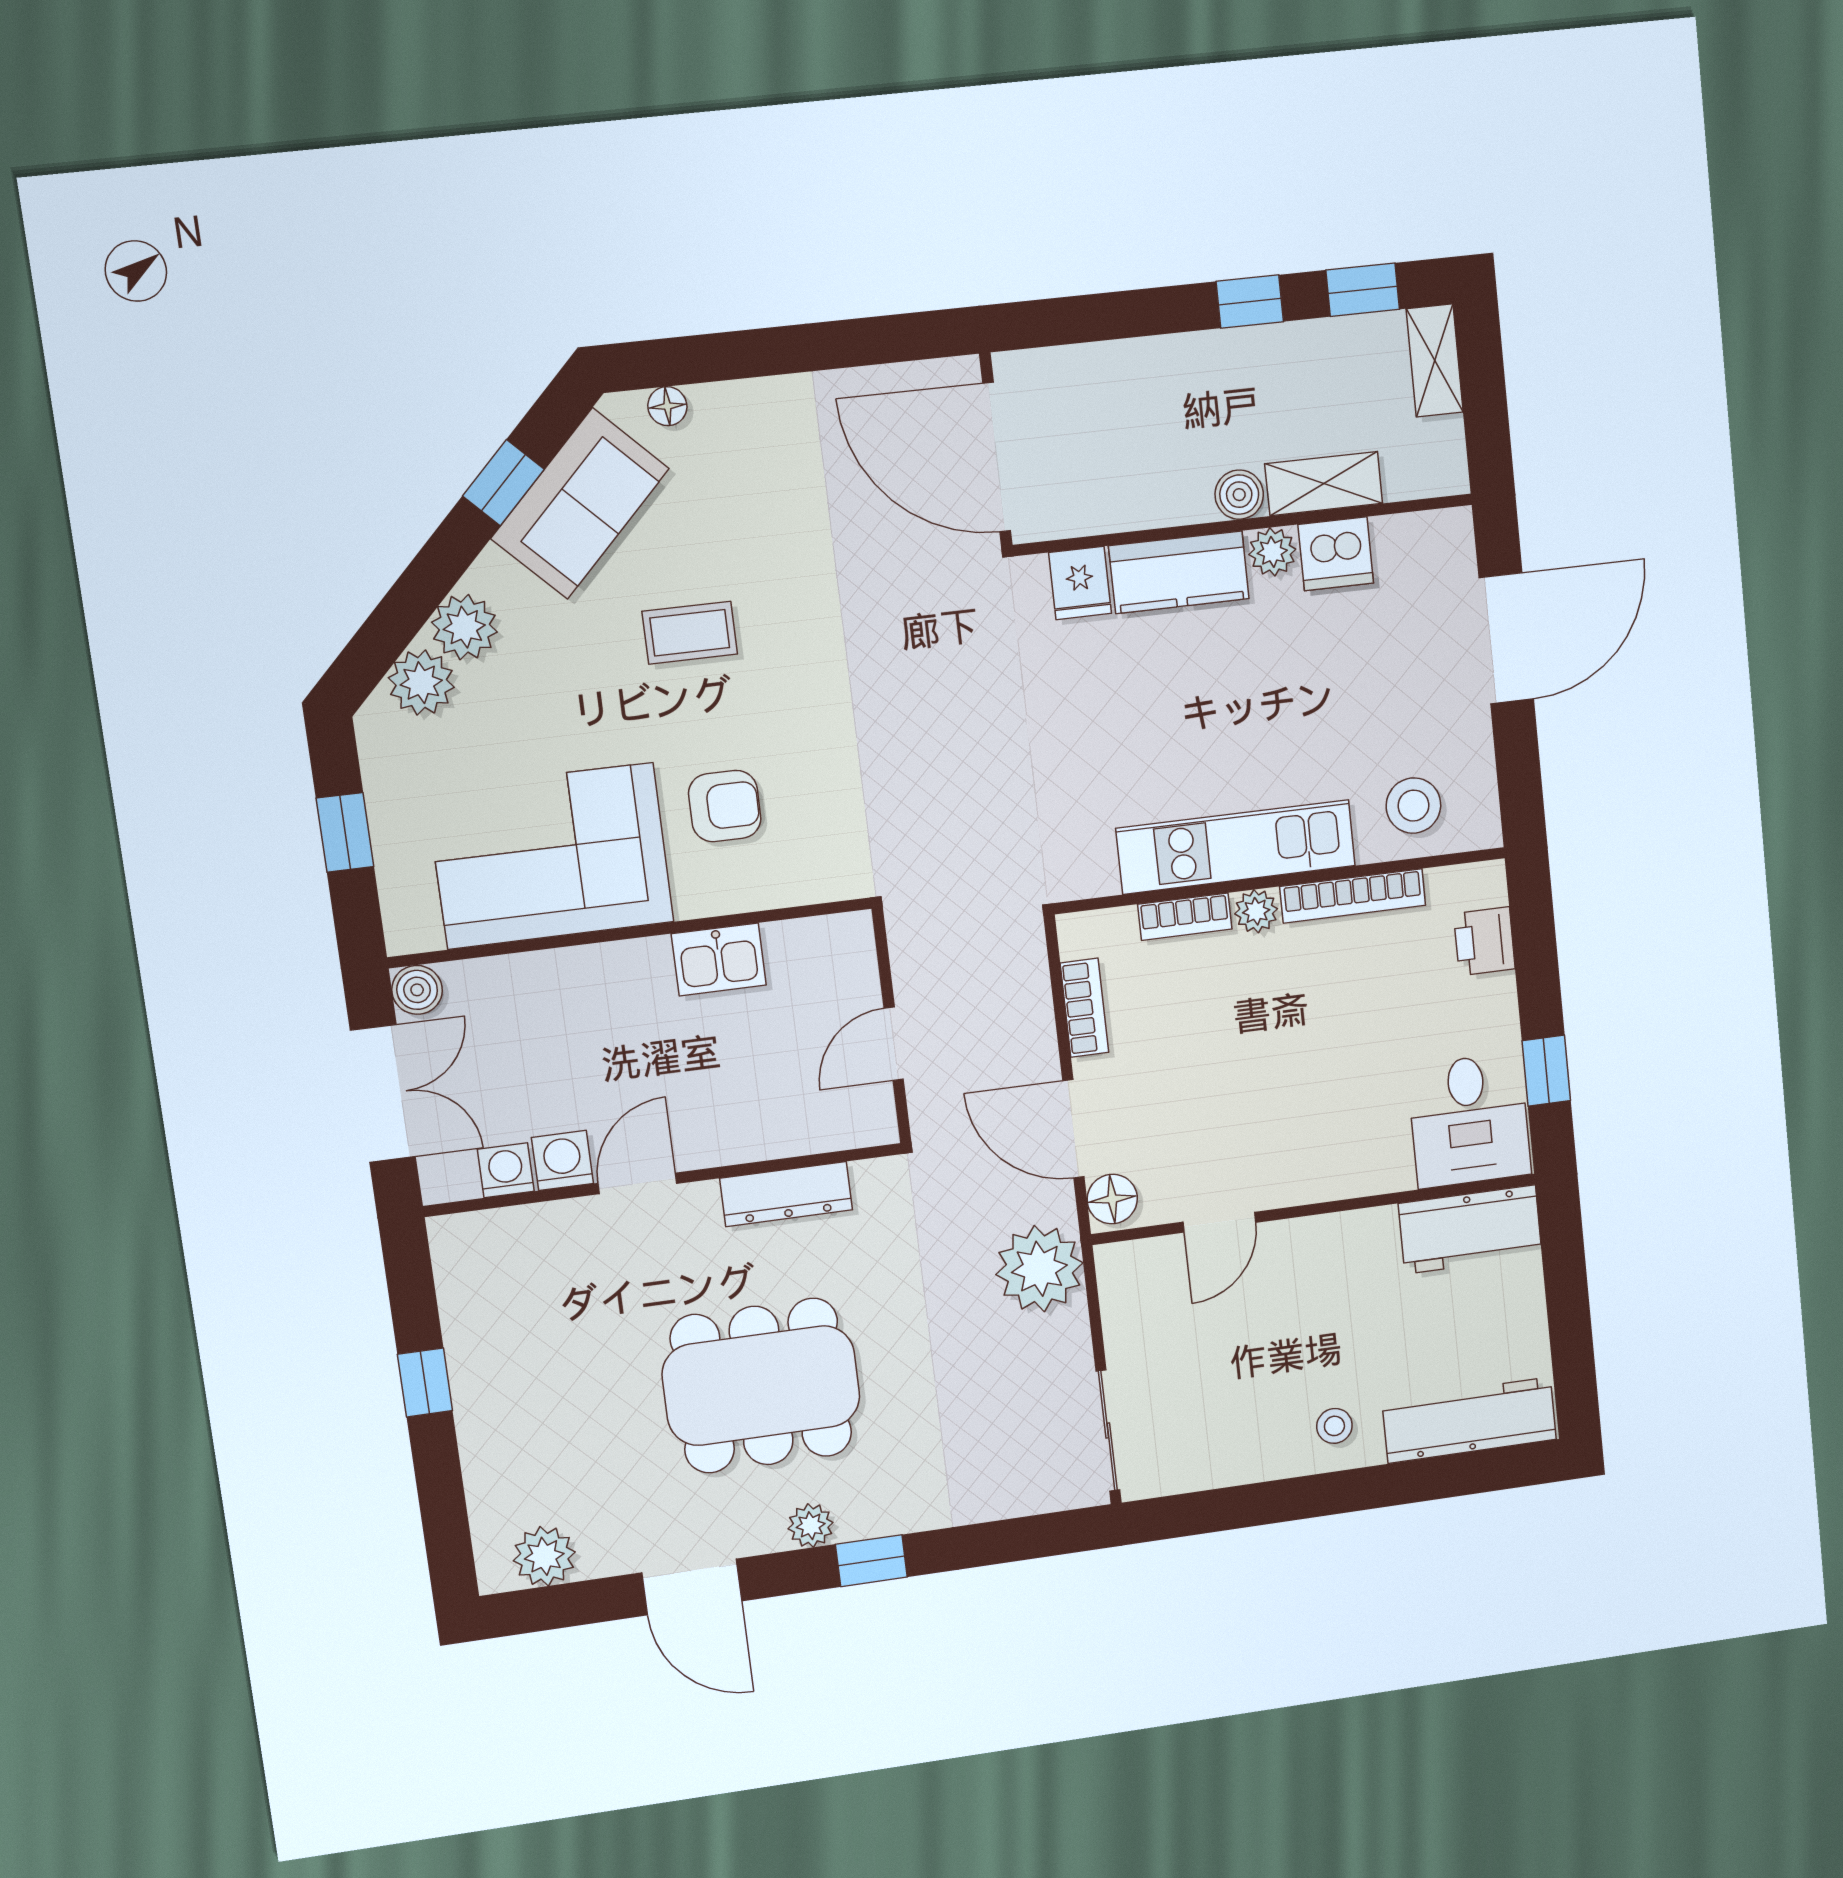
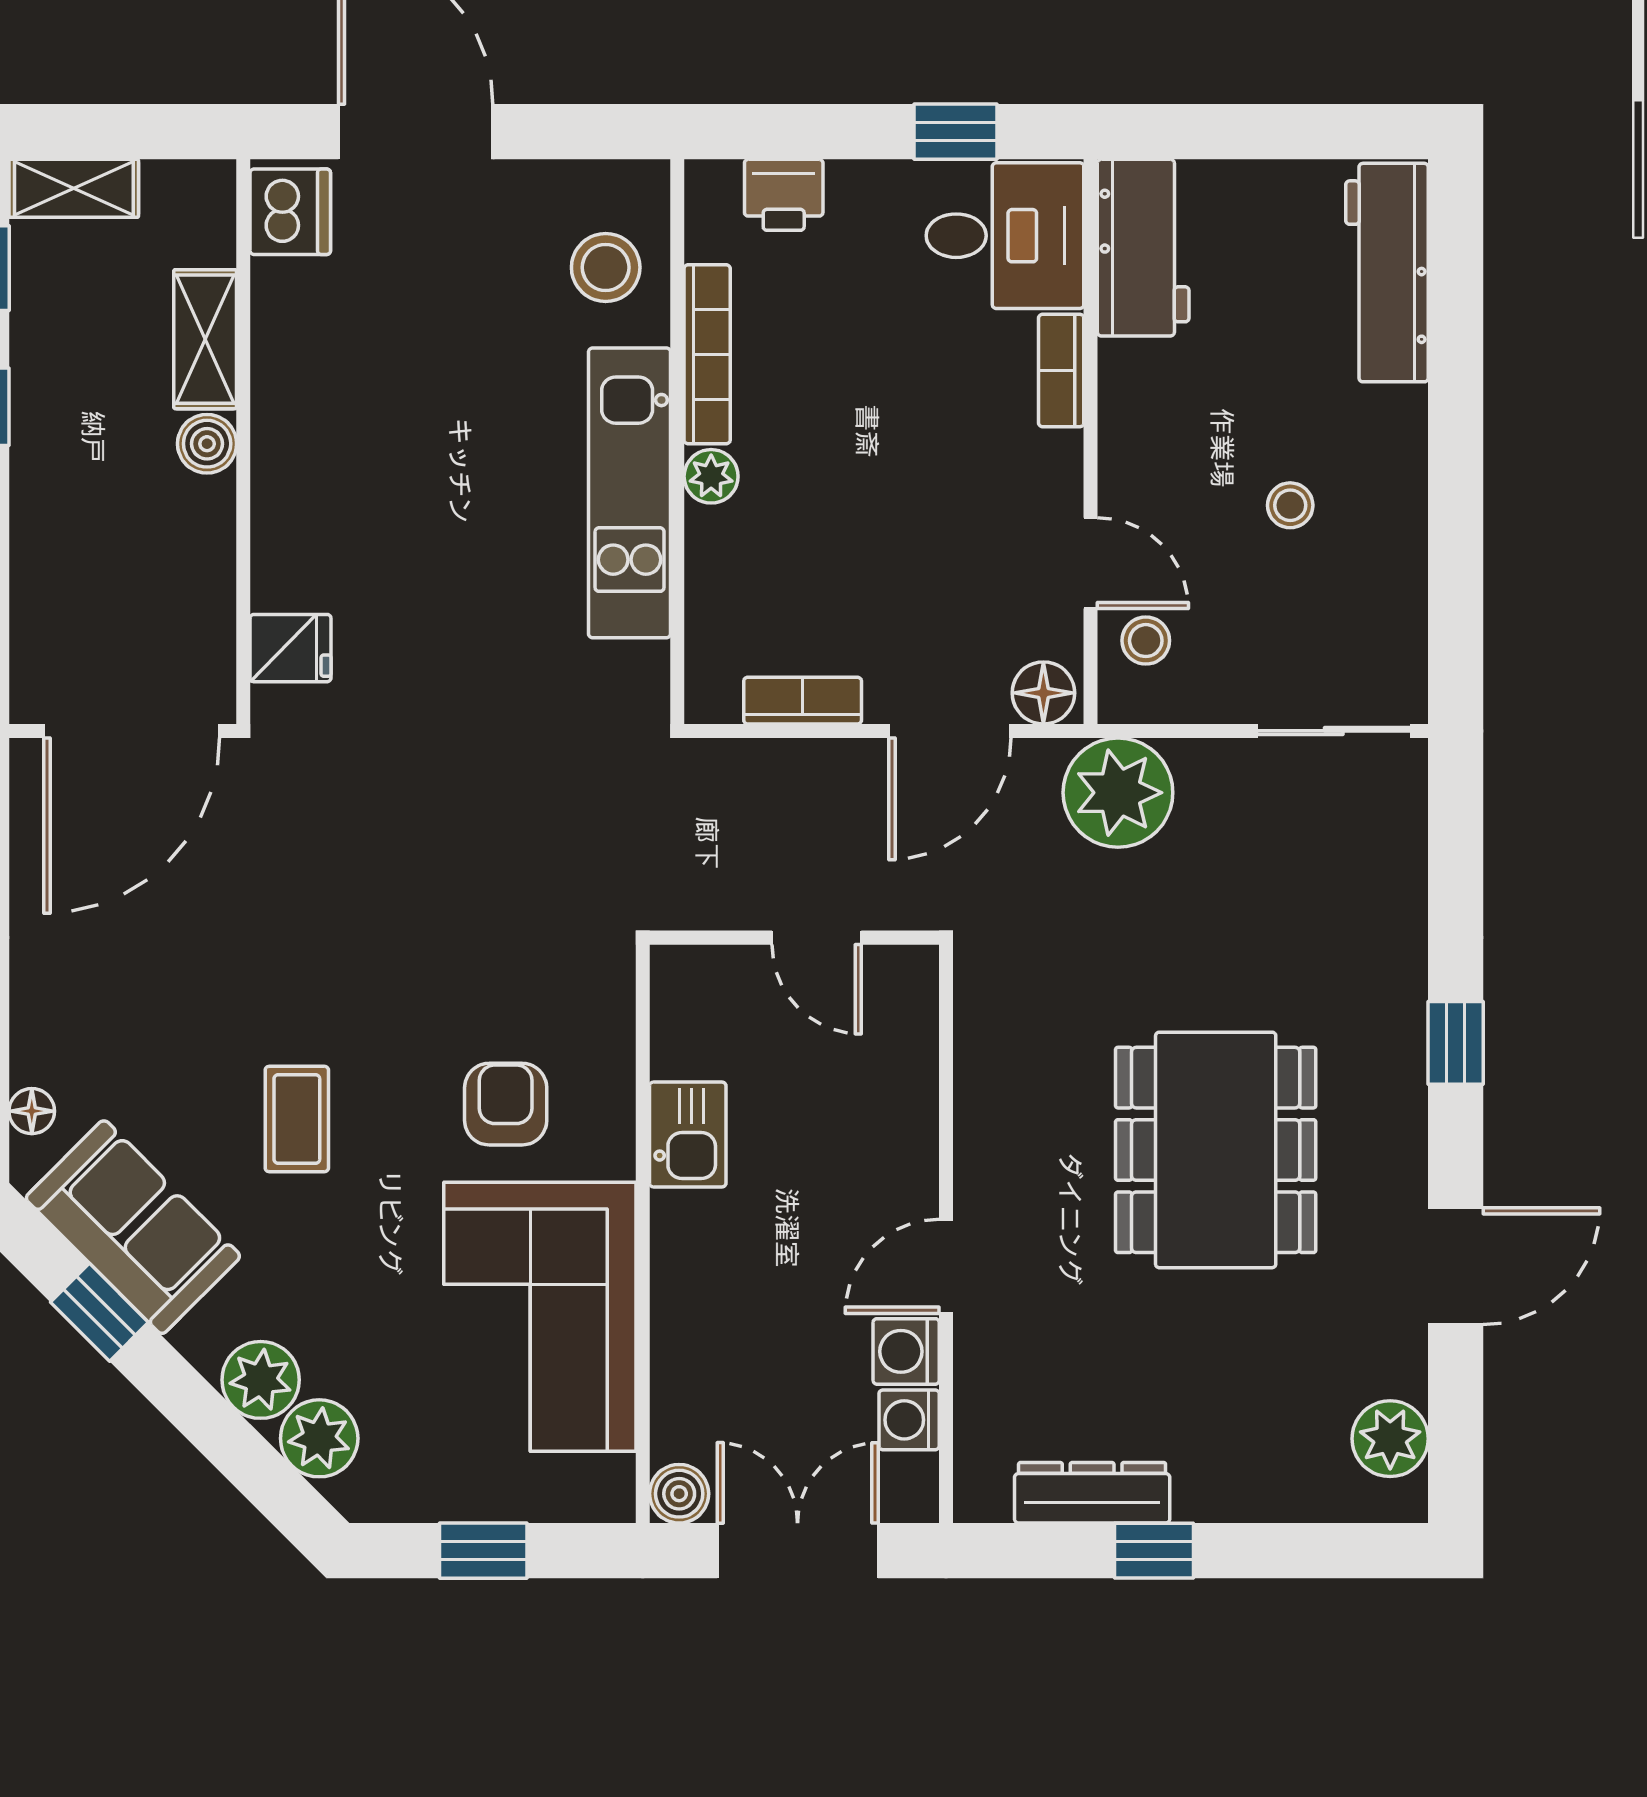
plant: (1272, 552) -> (279, 410), removed
dishwasher: (1336, 554) -> (290, 212), moved
kitchen counter: (1179, 572) -> (291, 527), removed
bookcase: (1185, 917) -> (1061, 370), moved, turned 180
door: (637, 1183) -> (946, 1266), hinge flipped
dresser: (786, 1194) -> (1092, 1493), moved, turned -90
stool: (1163, 1274) -> (1146, 641), added
stool: (1334, 1426) -> (1290, 505), moved
plant: (811, 1526) -> (1400, 1112), removed

